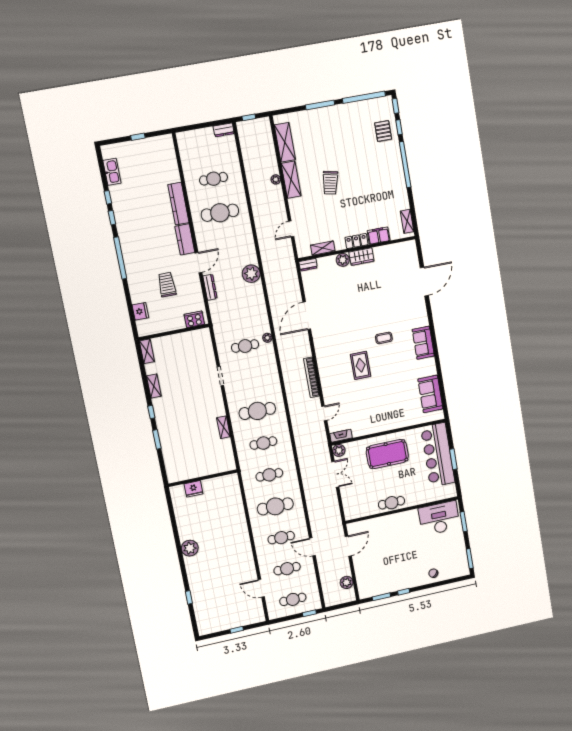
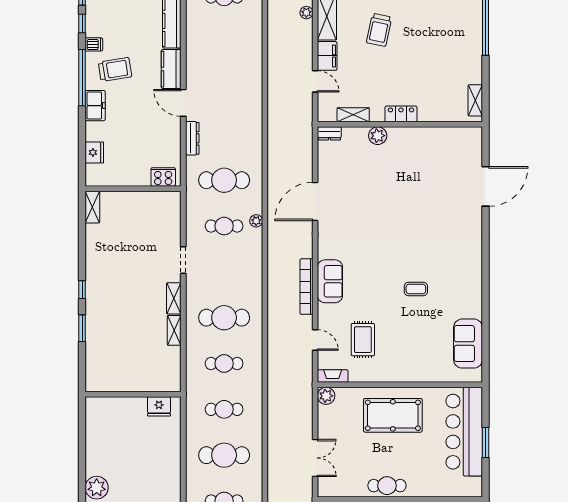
cafe table: (220, 213) -> (224, 180), moved
door: (291, 229) -> (315, 81), swing flipped
dishwasher: (124, 232) -> (94, 44), added
filing cabinet: (379, 236) -> (327, 56), moved, turned 90
wardrobe: (361, 257) -> (404, 136), removed
door: (199, 263) -> (183, 103), swing flipped
plant: (251, 274) -> (251, 131), removed
freezer: (134, 277) -> (95, 106), added
trolley: (167, 285) -> (115, 69), moved, turned 81
coffee table: (384, 338) -> (416, 289), moved
sofa: (423, 343) -> (330, 281), moved, turned 180
rug: (361, 365) -> (363, 340), moved
shelving: (154, 386) -> (174, 298), moved
door: (324, 413) -> (315, 340), hinge flipped
double door: (335, 474) -> (315, 458), moved
fridge: (194, 489) -> (159, 406), moved

